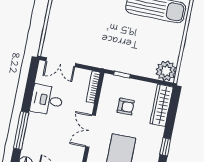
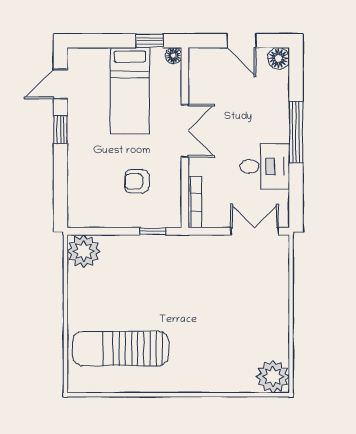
wardrobe: (162, 105) -> (80, 195), removed
window: (21, 130) -> (296, 132), moved

